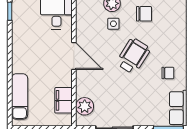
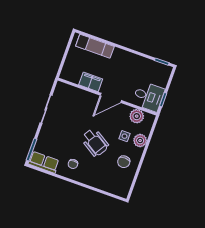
filing cabinet: (63, 100) -> (91, 82), moved
plant: (85, 106) -> (137, 116), moved

